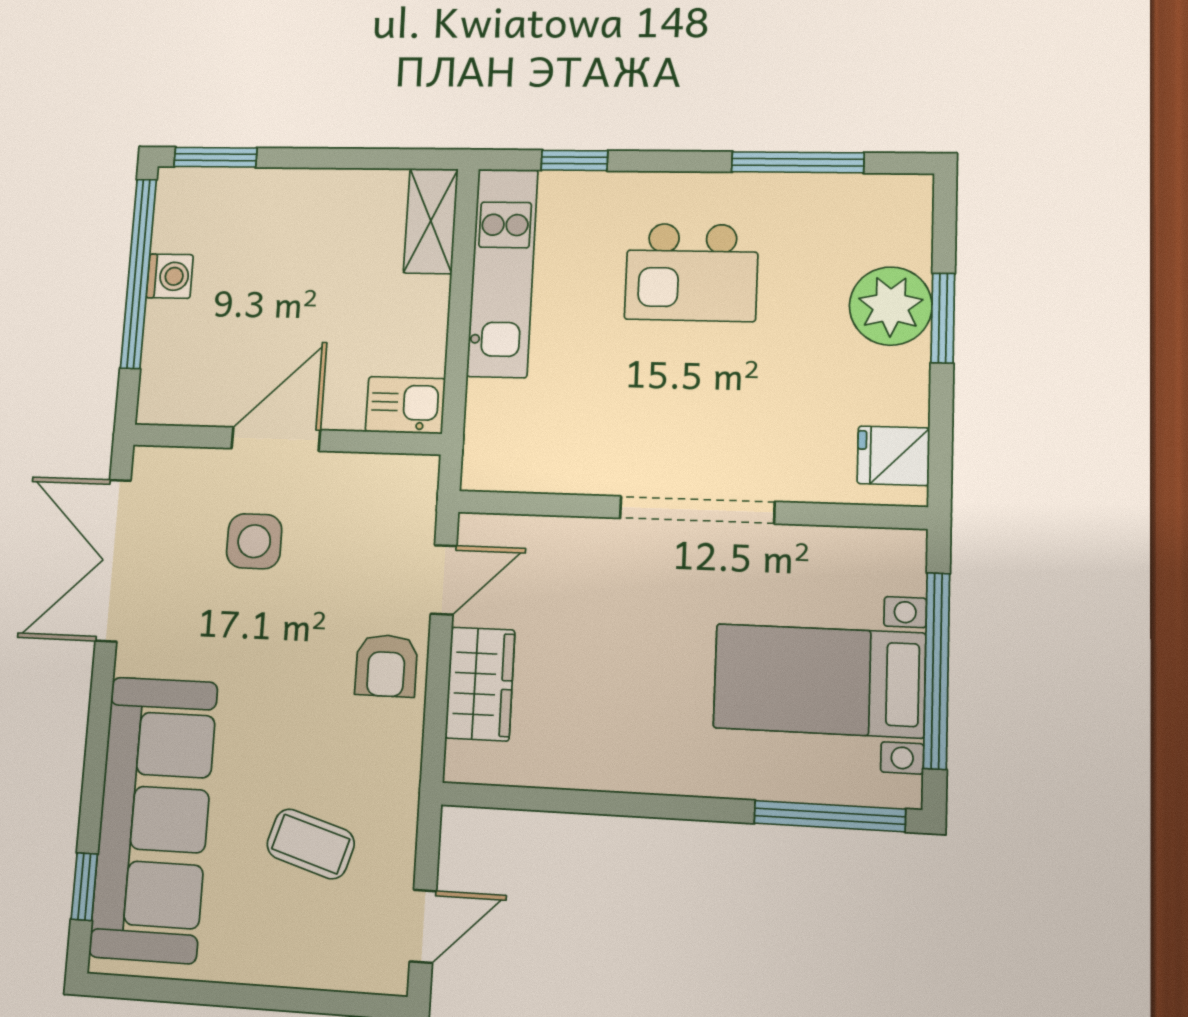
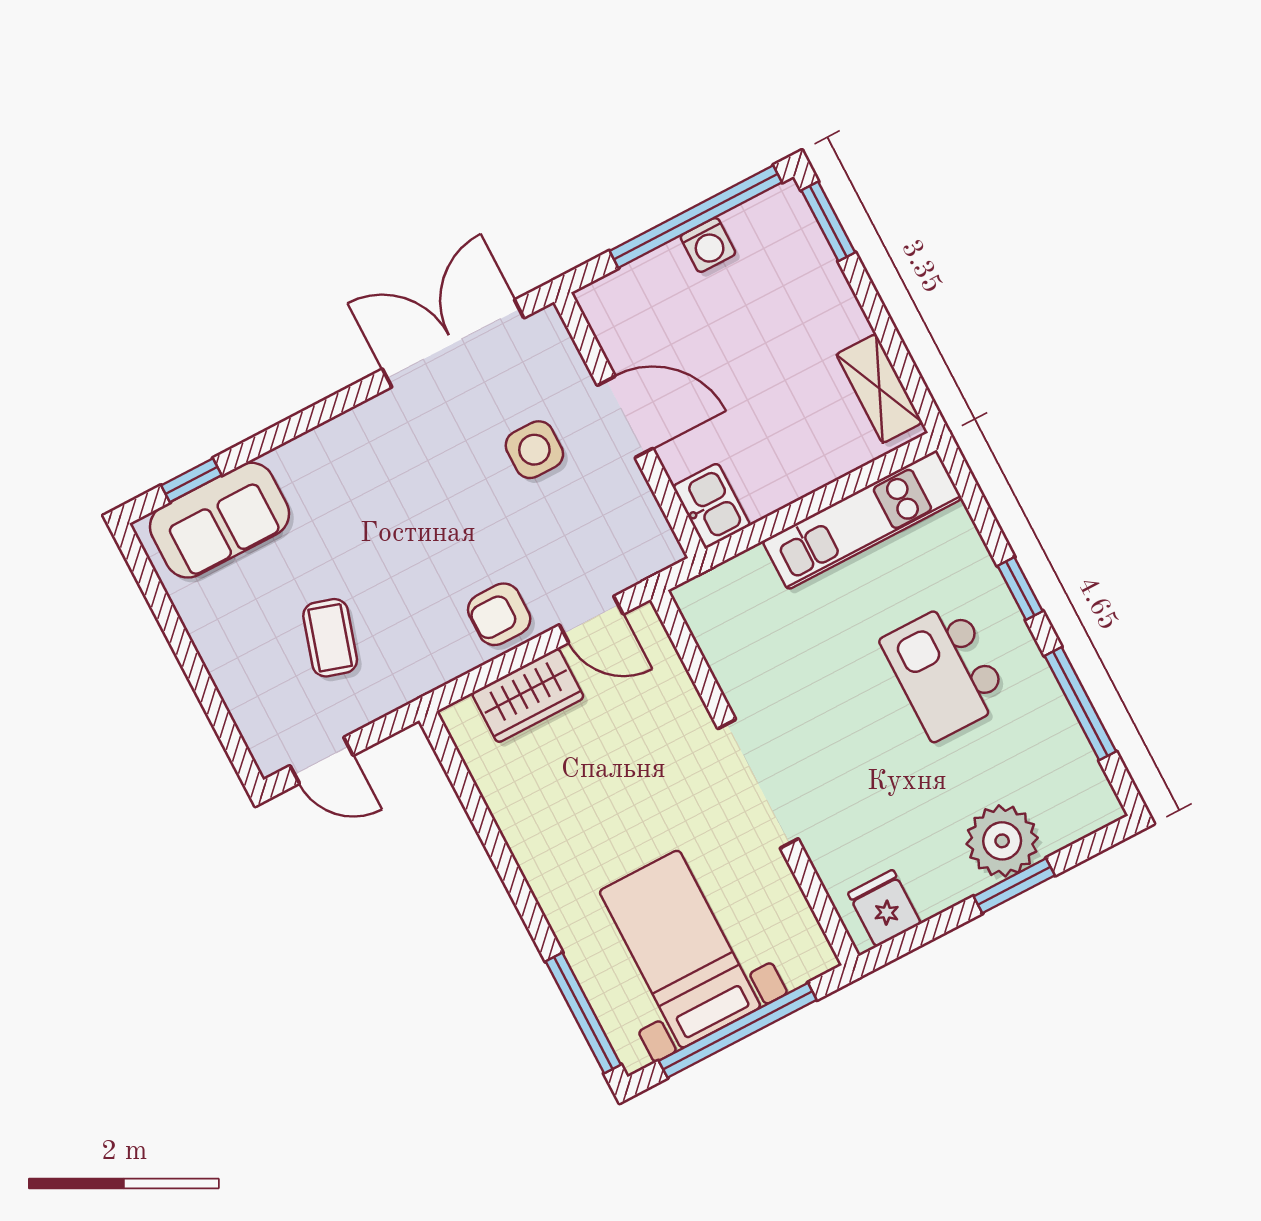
window: (574, 160) -> (1020, 588), moved
shelving: (431, 221) -> (879, 388), moved, turned 90
sofa: (154, 819) -> (220, 520), width x0.54, depth x0.79

